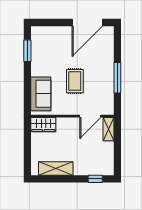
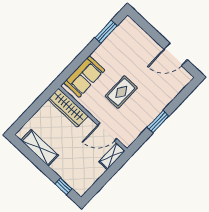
door: (87, 22) -> (176, 54), width x0.73
window: (117, 78) -> (158, 122), width x0.69
wardrobe: (43, 124) -> (68, 108), width x1.50

